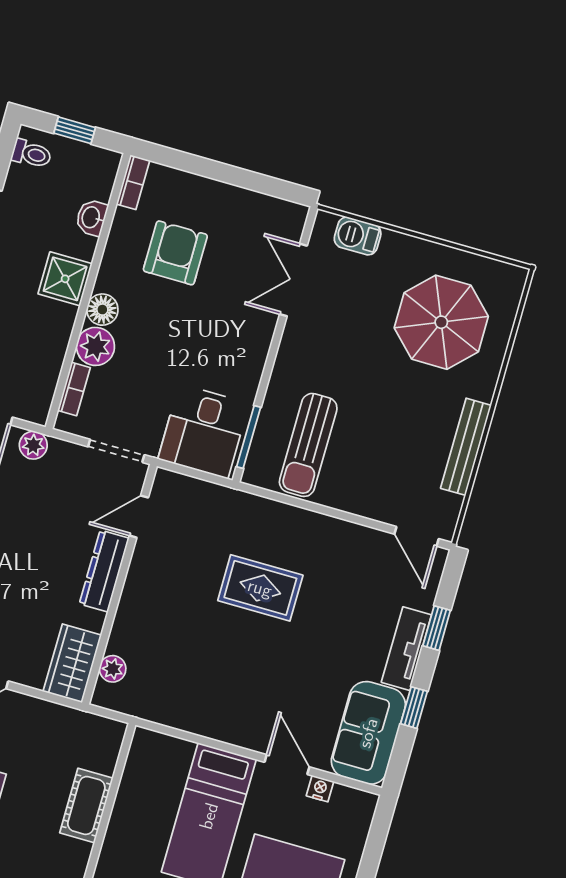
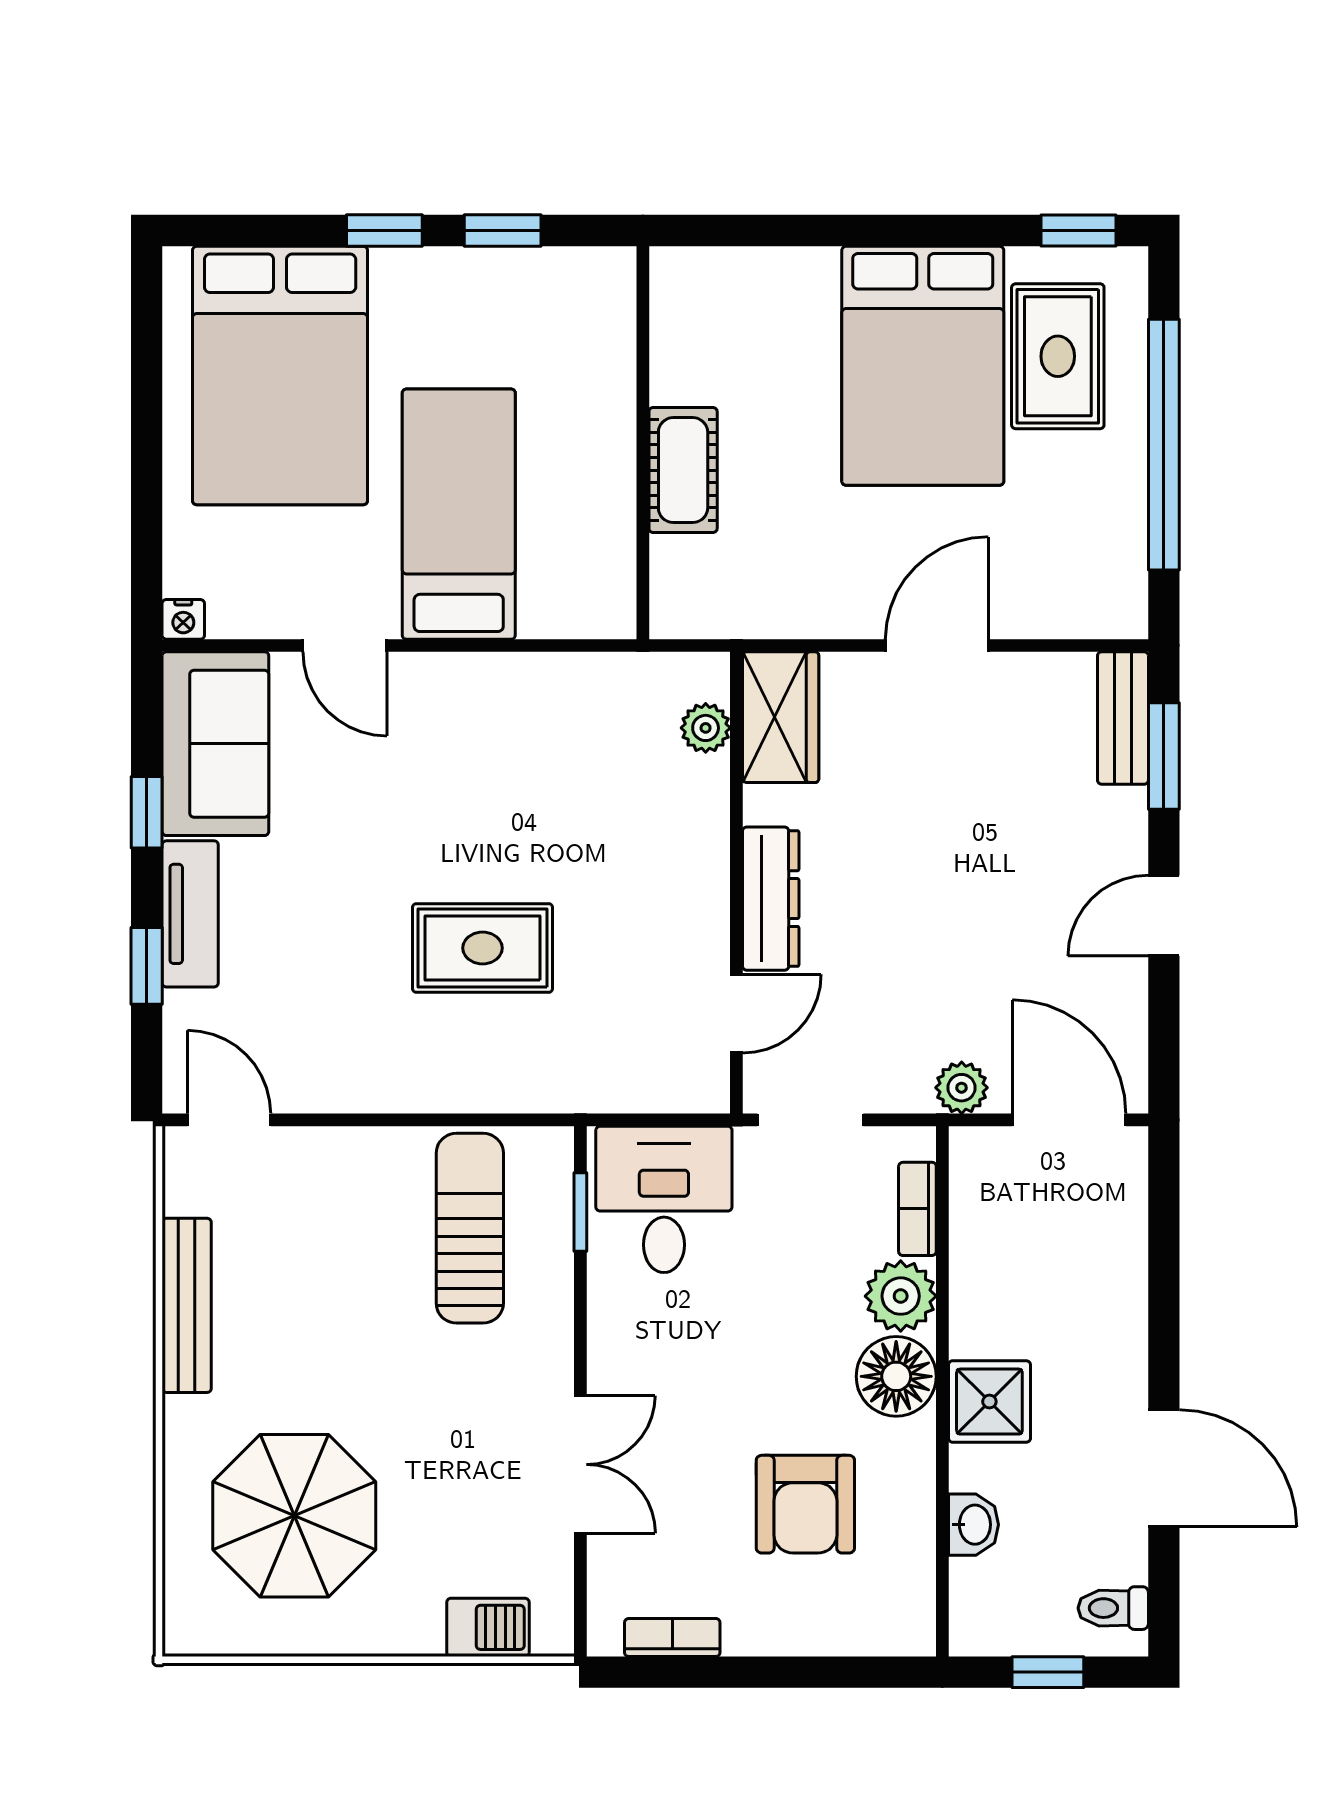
bookcase: (133, 182) -> (672, 1637), moved, turned 90
double door: (293, 280) -> (580, 1464), moved
floor lamp: (102, 310) -> (896, 1376), width x1.38, depth x1.38
window: (249, 437) -> (580, 1212), width x0.67
nightstand: (320, 789) -> (183, 619), moved

